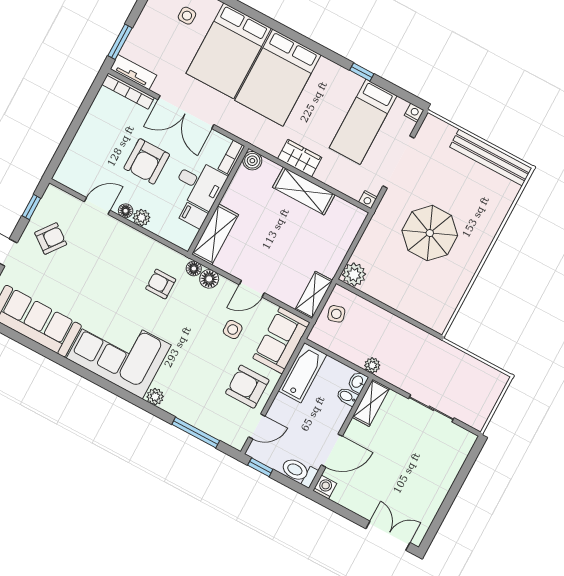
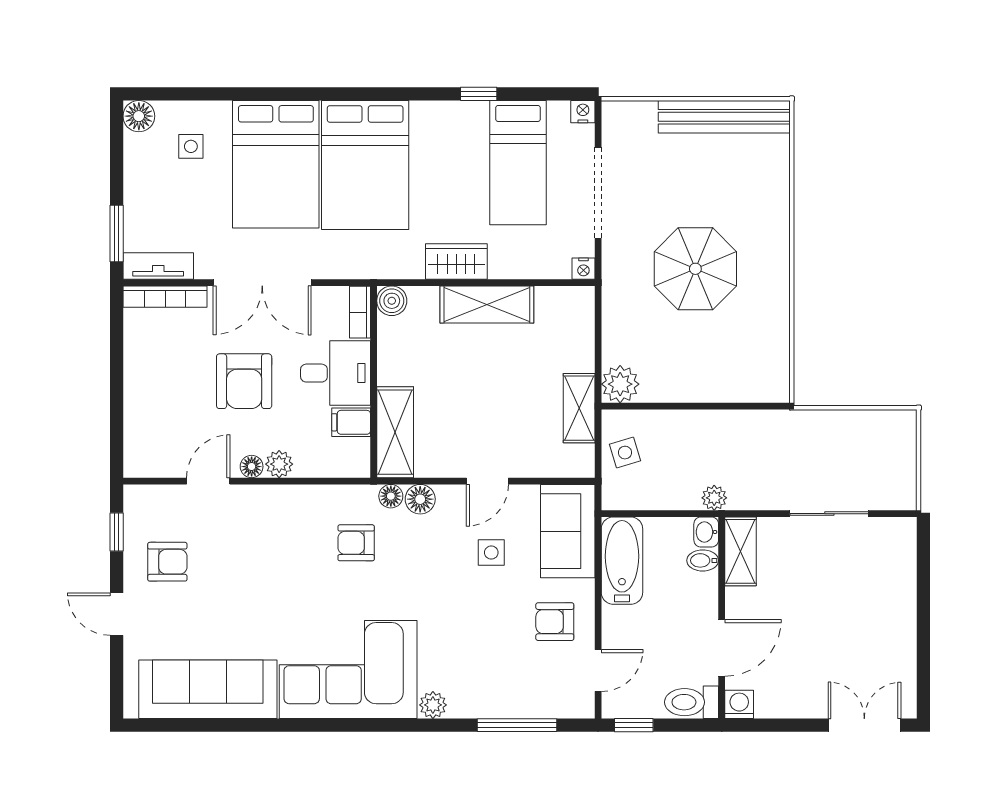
armchair: (51, 239) -> (167, 562), turned 53
shelving: (314, 295) -> (579, 408), moved
armchair: (247, 387) -> (555, 622), width x0.72, depth x0.72

